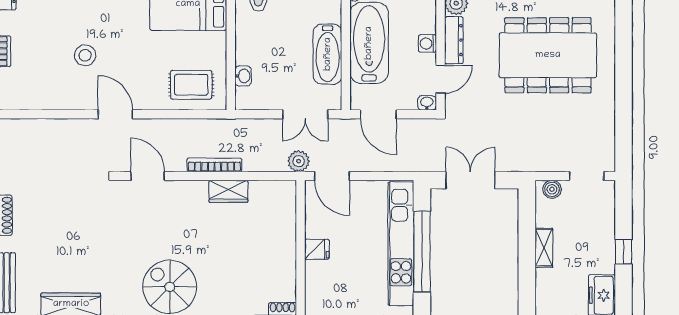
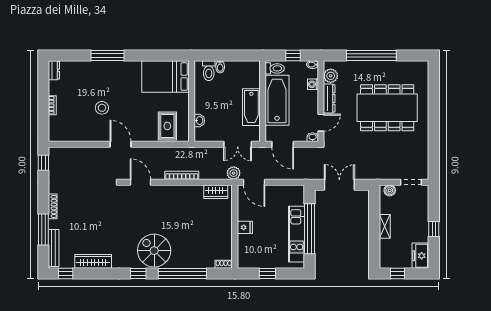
washing machine: (427, 43) -> (313, 84), moved
rug: (191, 85) -> (167, 126), turned 90
wardrobe: (228, 191) -> (216, 192), moved
kitchen unit: (401, 244) -> (297, 234), width x0.73

